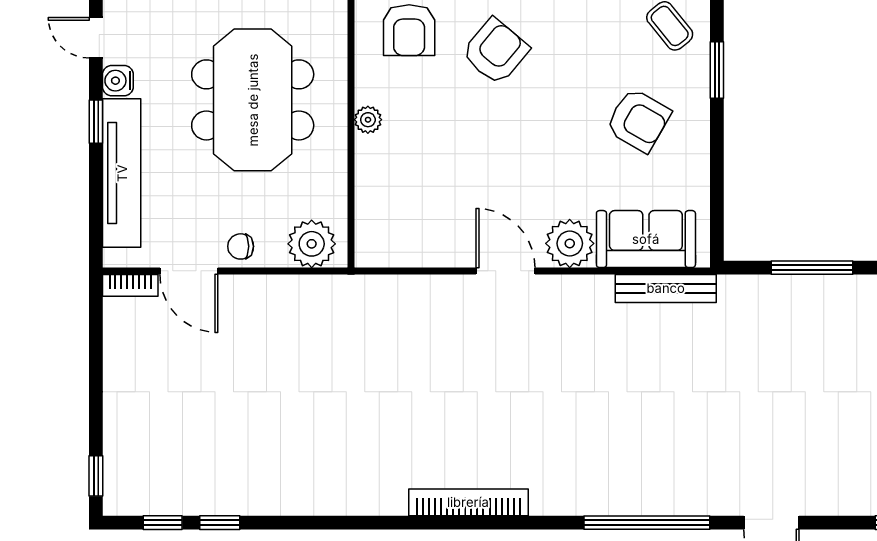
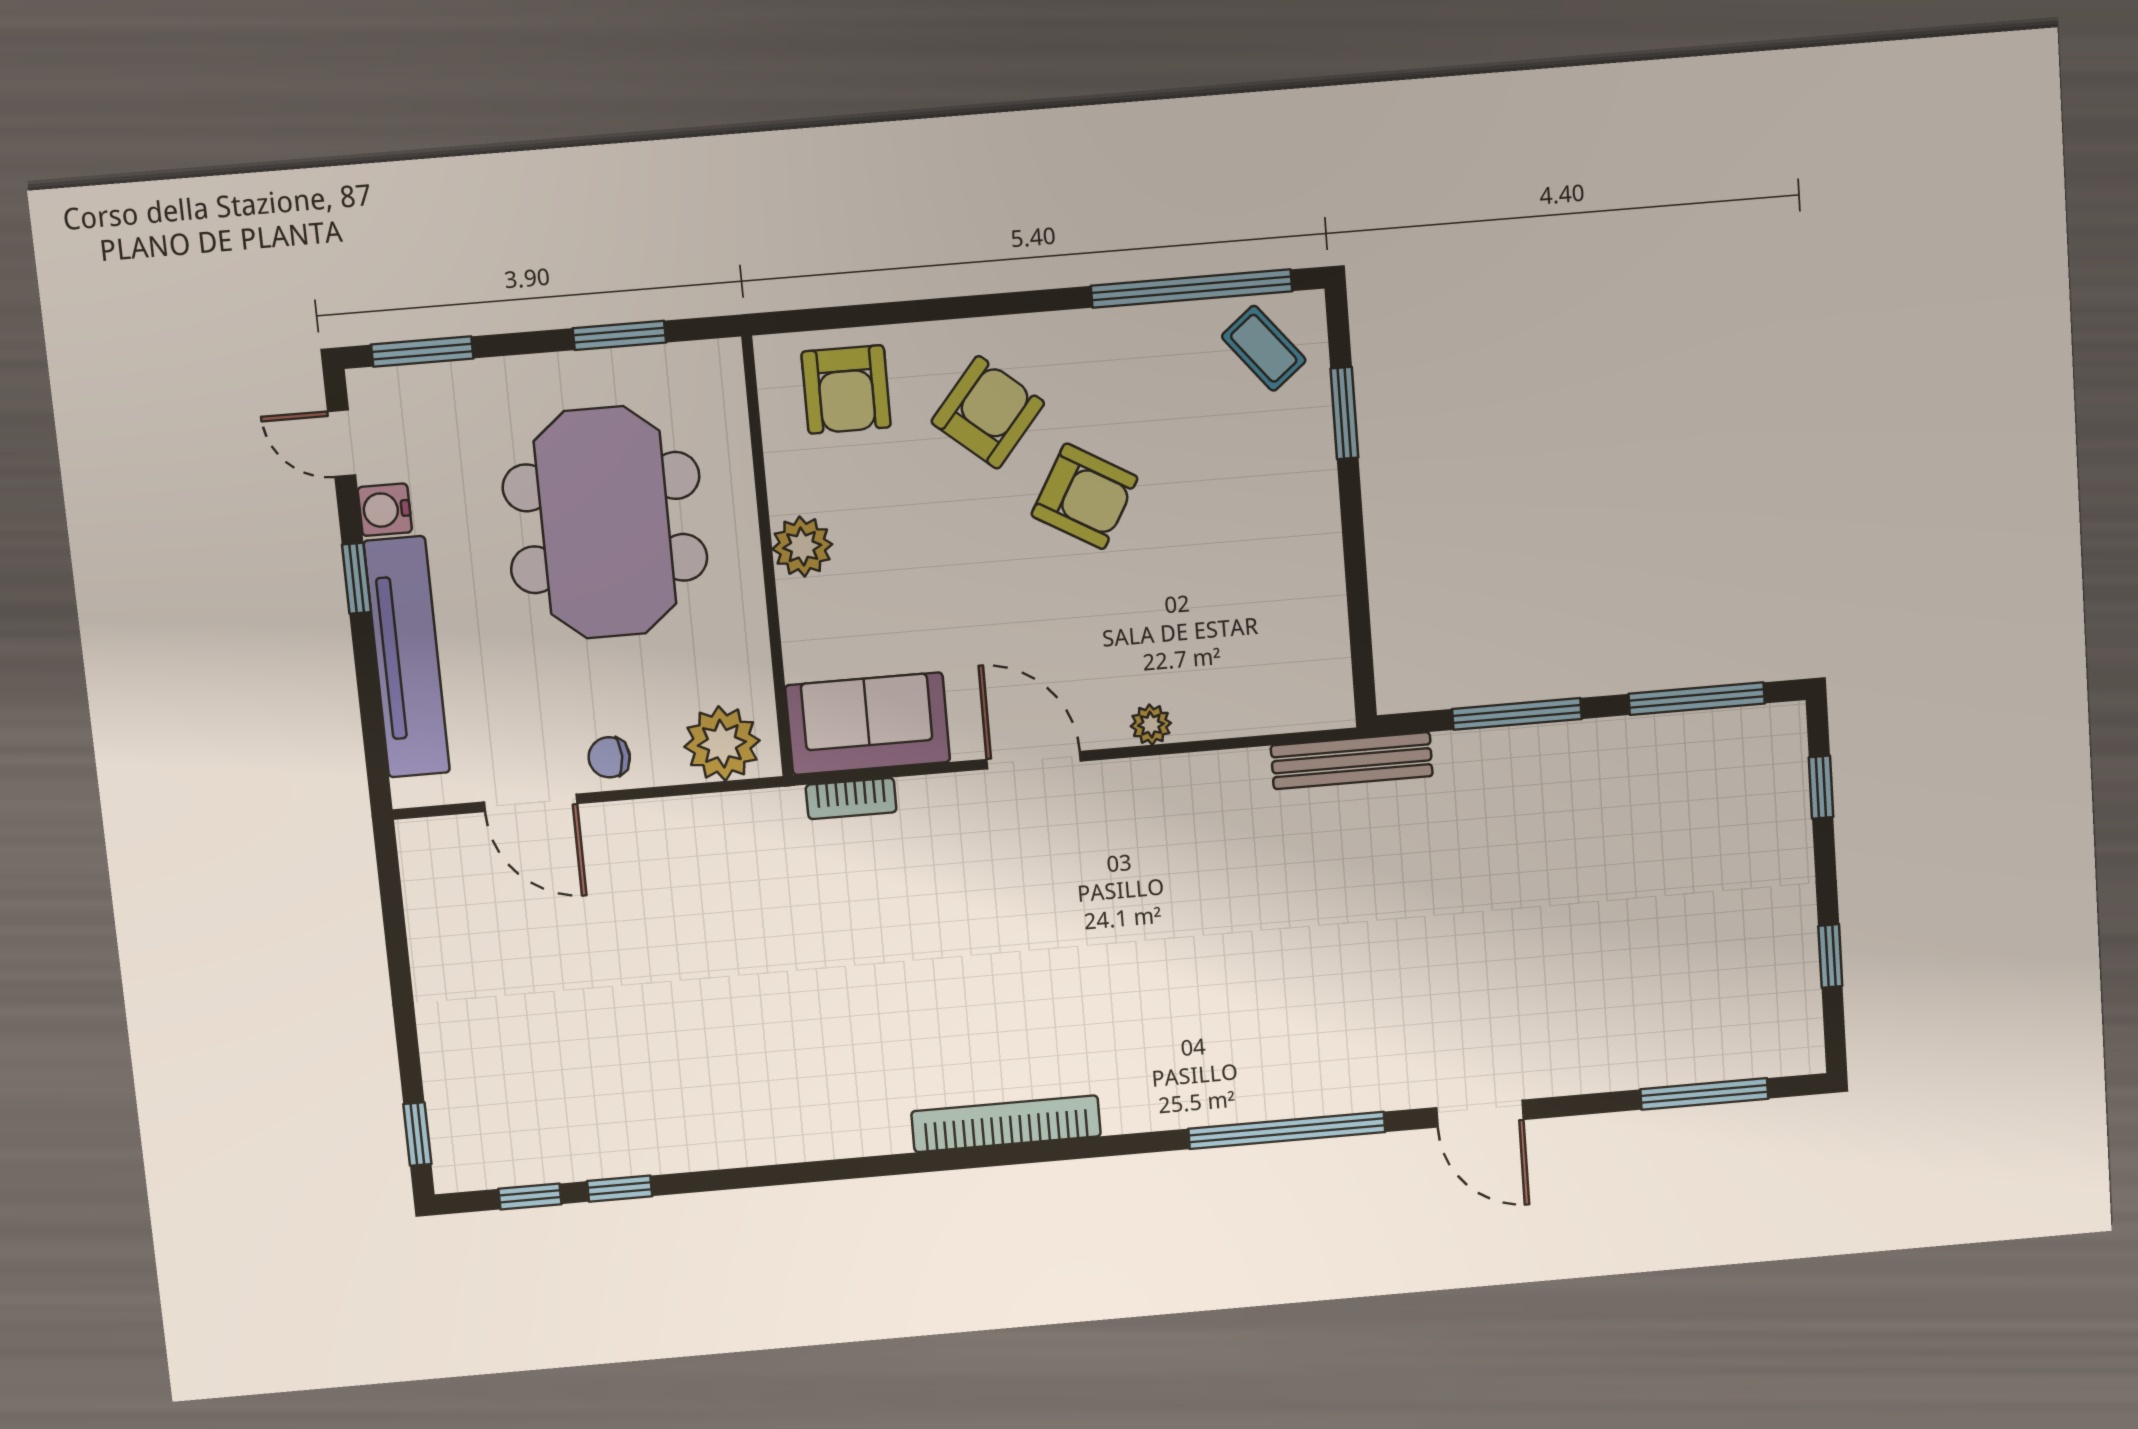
plant: (368, 120) -> (802, 547), width x1.38, depth x1.38
armchair: (638, 120) -> (1084, 496), moved
sofa: (646, 239) -> (868, 724), moved
plant: (570, 243) -> (1151, 725), width x0.53, depth x0.53
bookcase: (130, 285) -> (851, 799), moved
bench: (666, 288) -> (1352, 761), moved

